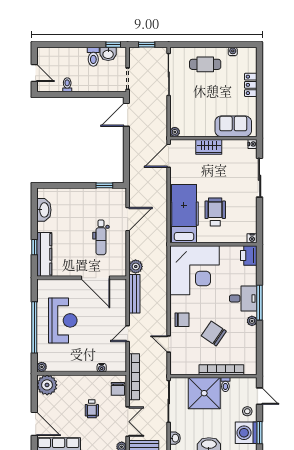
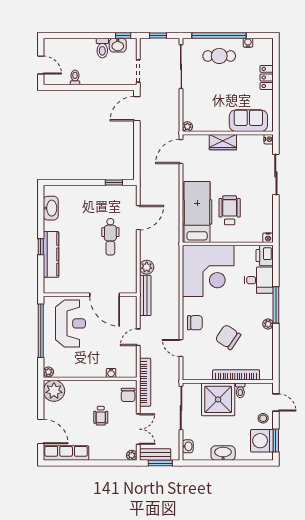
window: (205, 45) -> (219, 35), added
wall: (82, 278) -> (90, 295), moved
door: (96, 278) -> (105, 295), moved
desk: (243, 298) -> (259, 280), moved

